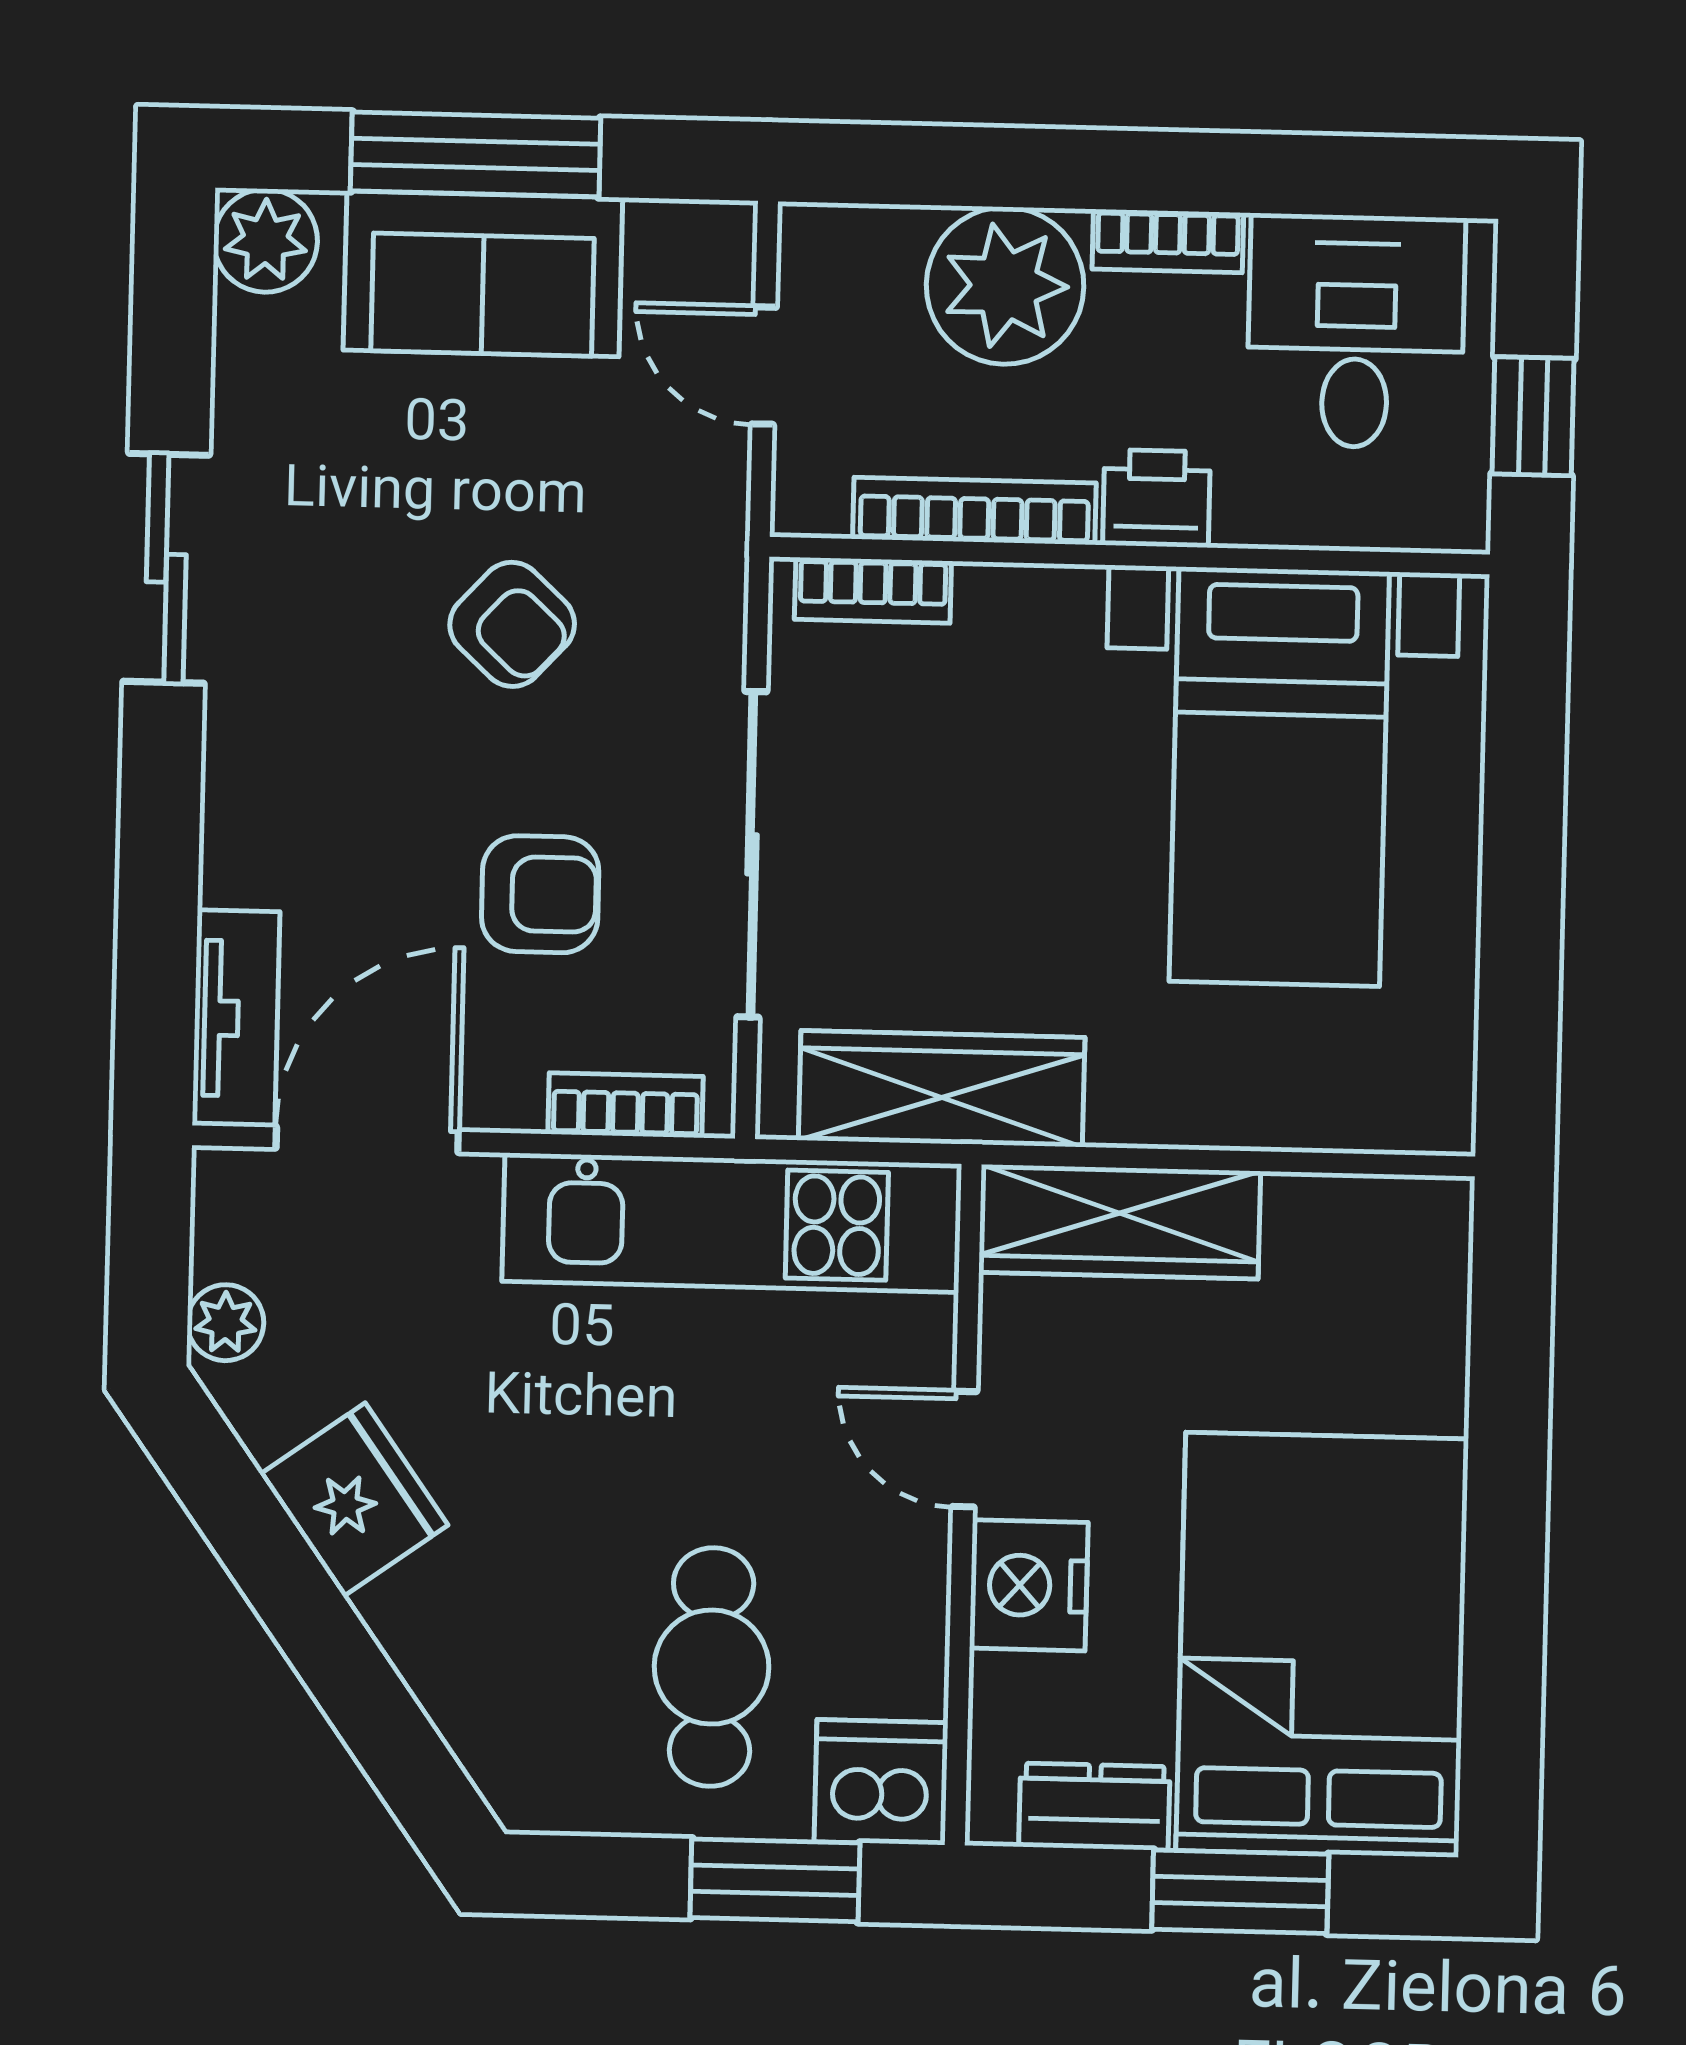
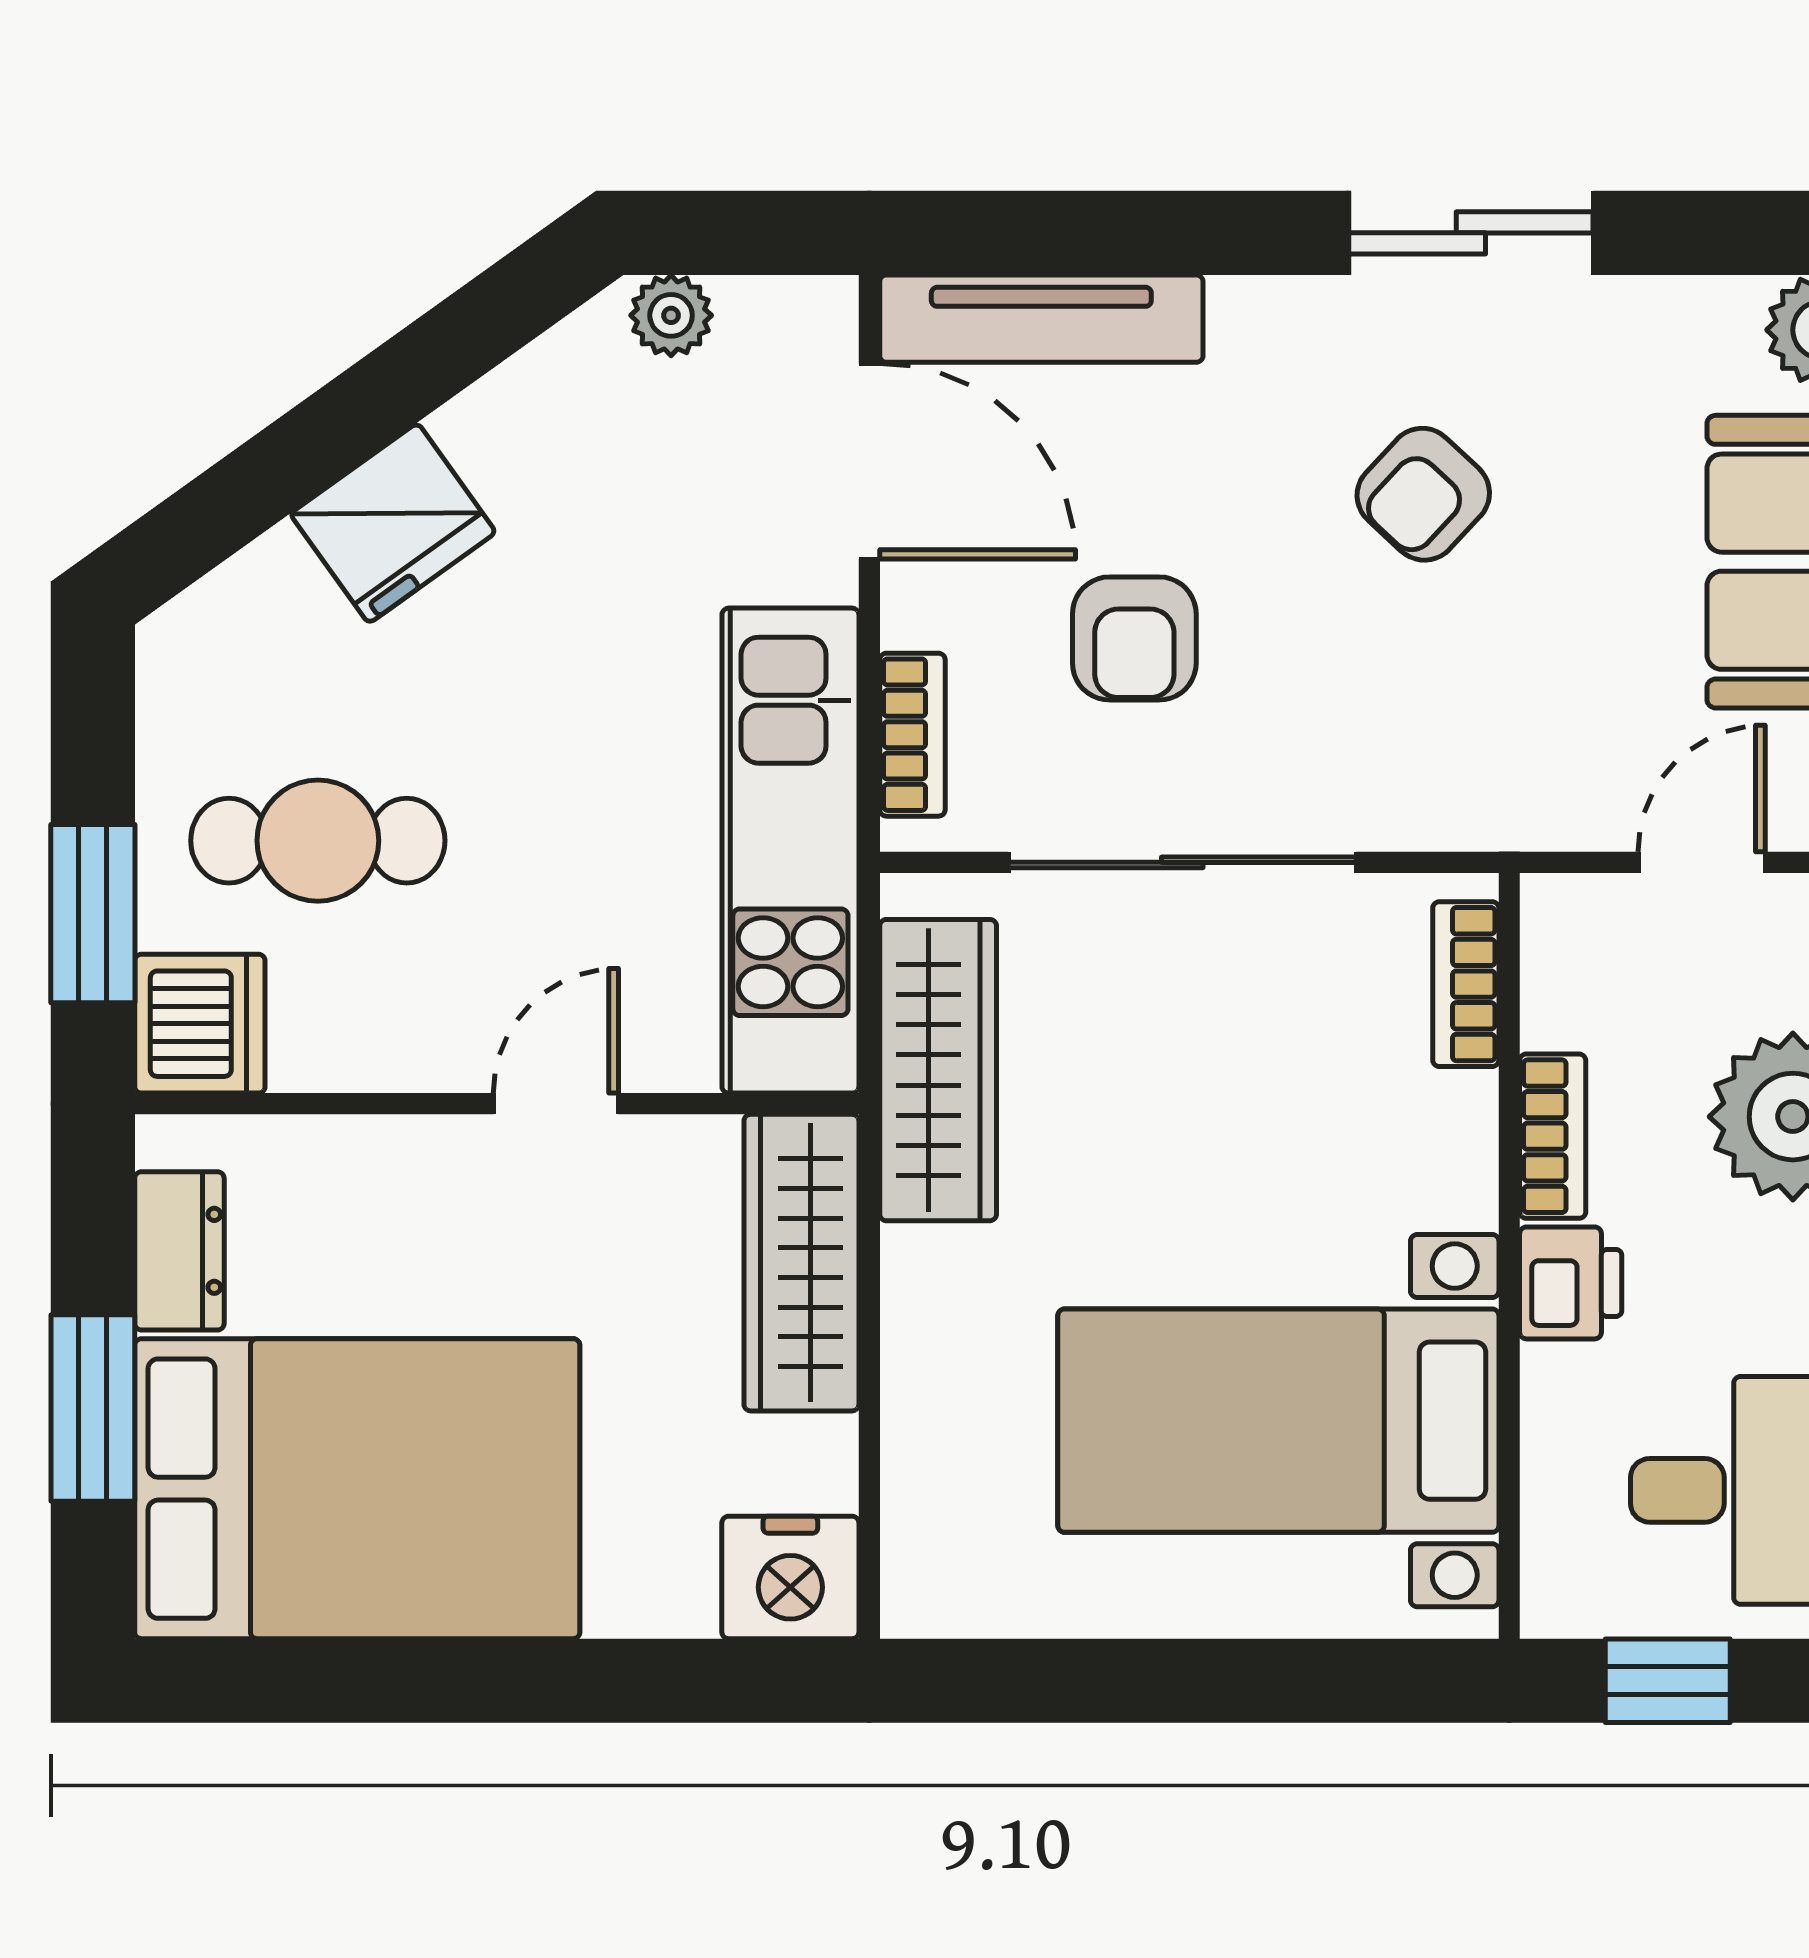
bookcase: (974, 511) -> (1553, 1136), width x0.64
armchair: (512, 624) -> (1423, 494), moved
tv unit: (236, 1018) -> (1041, 319), width x1.41
fridge: (354, 1500) -> (393, 523), moved
nightstand: (1029, 1585) -> (790, 1577), moved, turned 180

